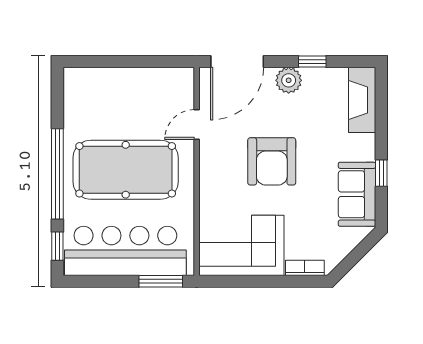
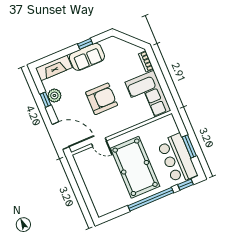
plant: (289, 80) -> (54, 96), moved
sofa: (357, 194) -> (87, 57), moved
bar counter: (125, 251) -> (177, 159), width x0.73
window: (161, 281) -> (189, 146), moved

